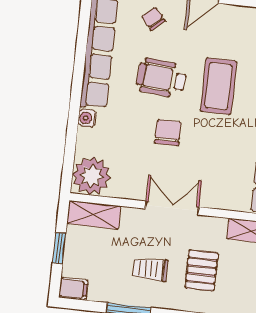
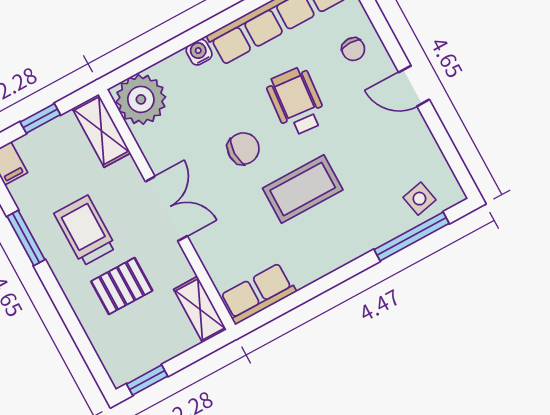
chair: (153, 19) -> (353, 49), turned 131
coffee table: (219, 86) -> (303, 189), moved
trolley: (150, 269) -> (85, 231), width x1.36, depth x1.39

